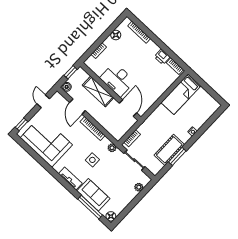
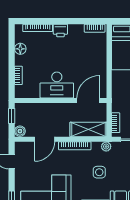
printer: (162, 57) -> (60, 31), moved
shelving: (98, 91) -> (88, 129), moved
door: (77, 107) -> (45, 139), hinge flipped
door: (128, 108) -> (88, 100), hinge flipped

